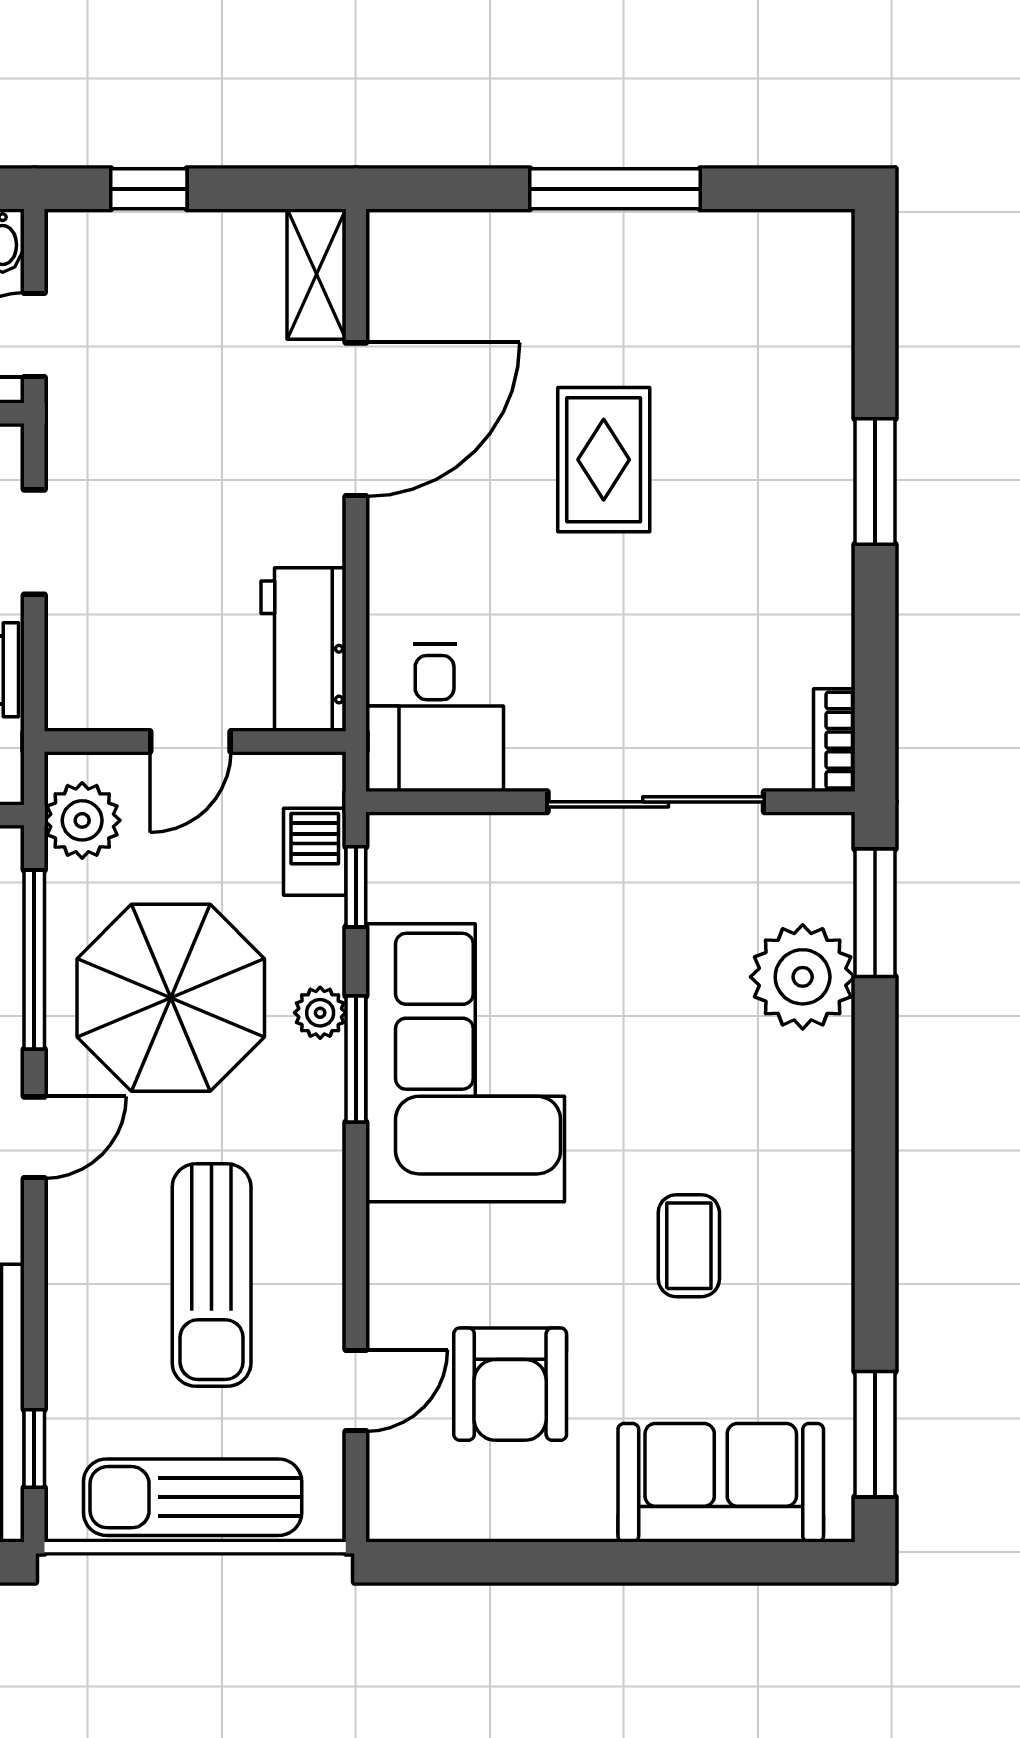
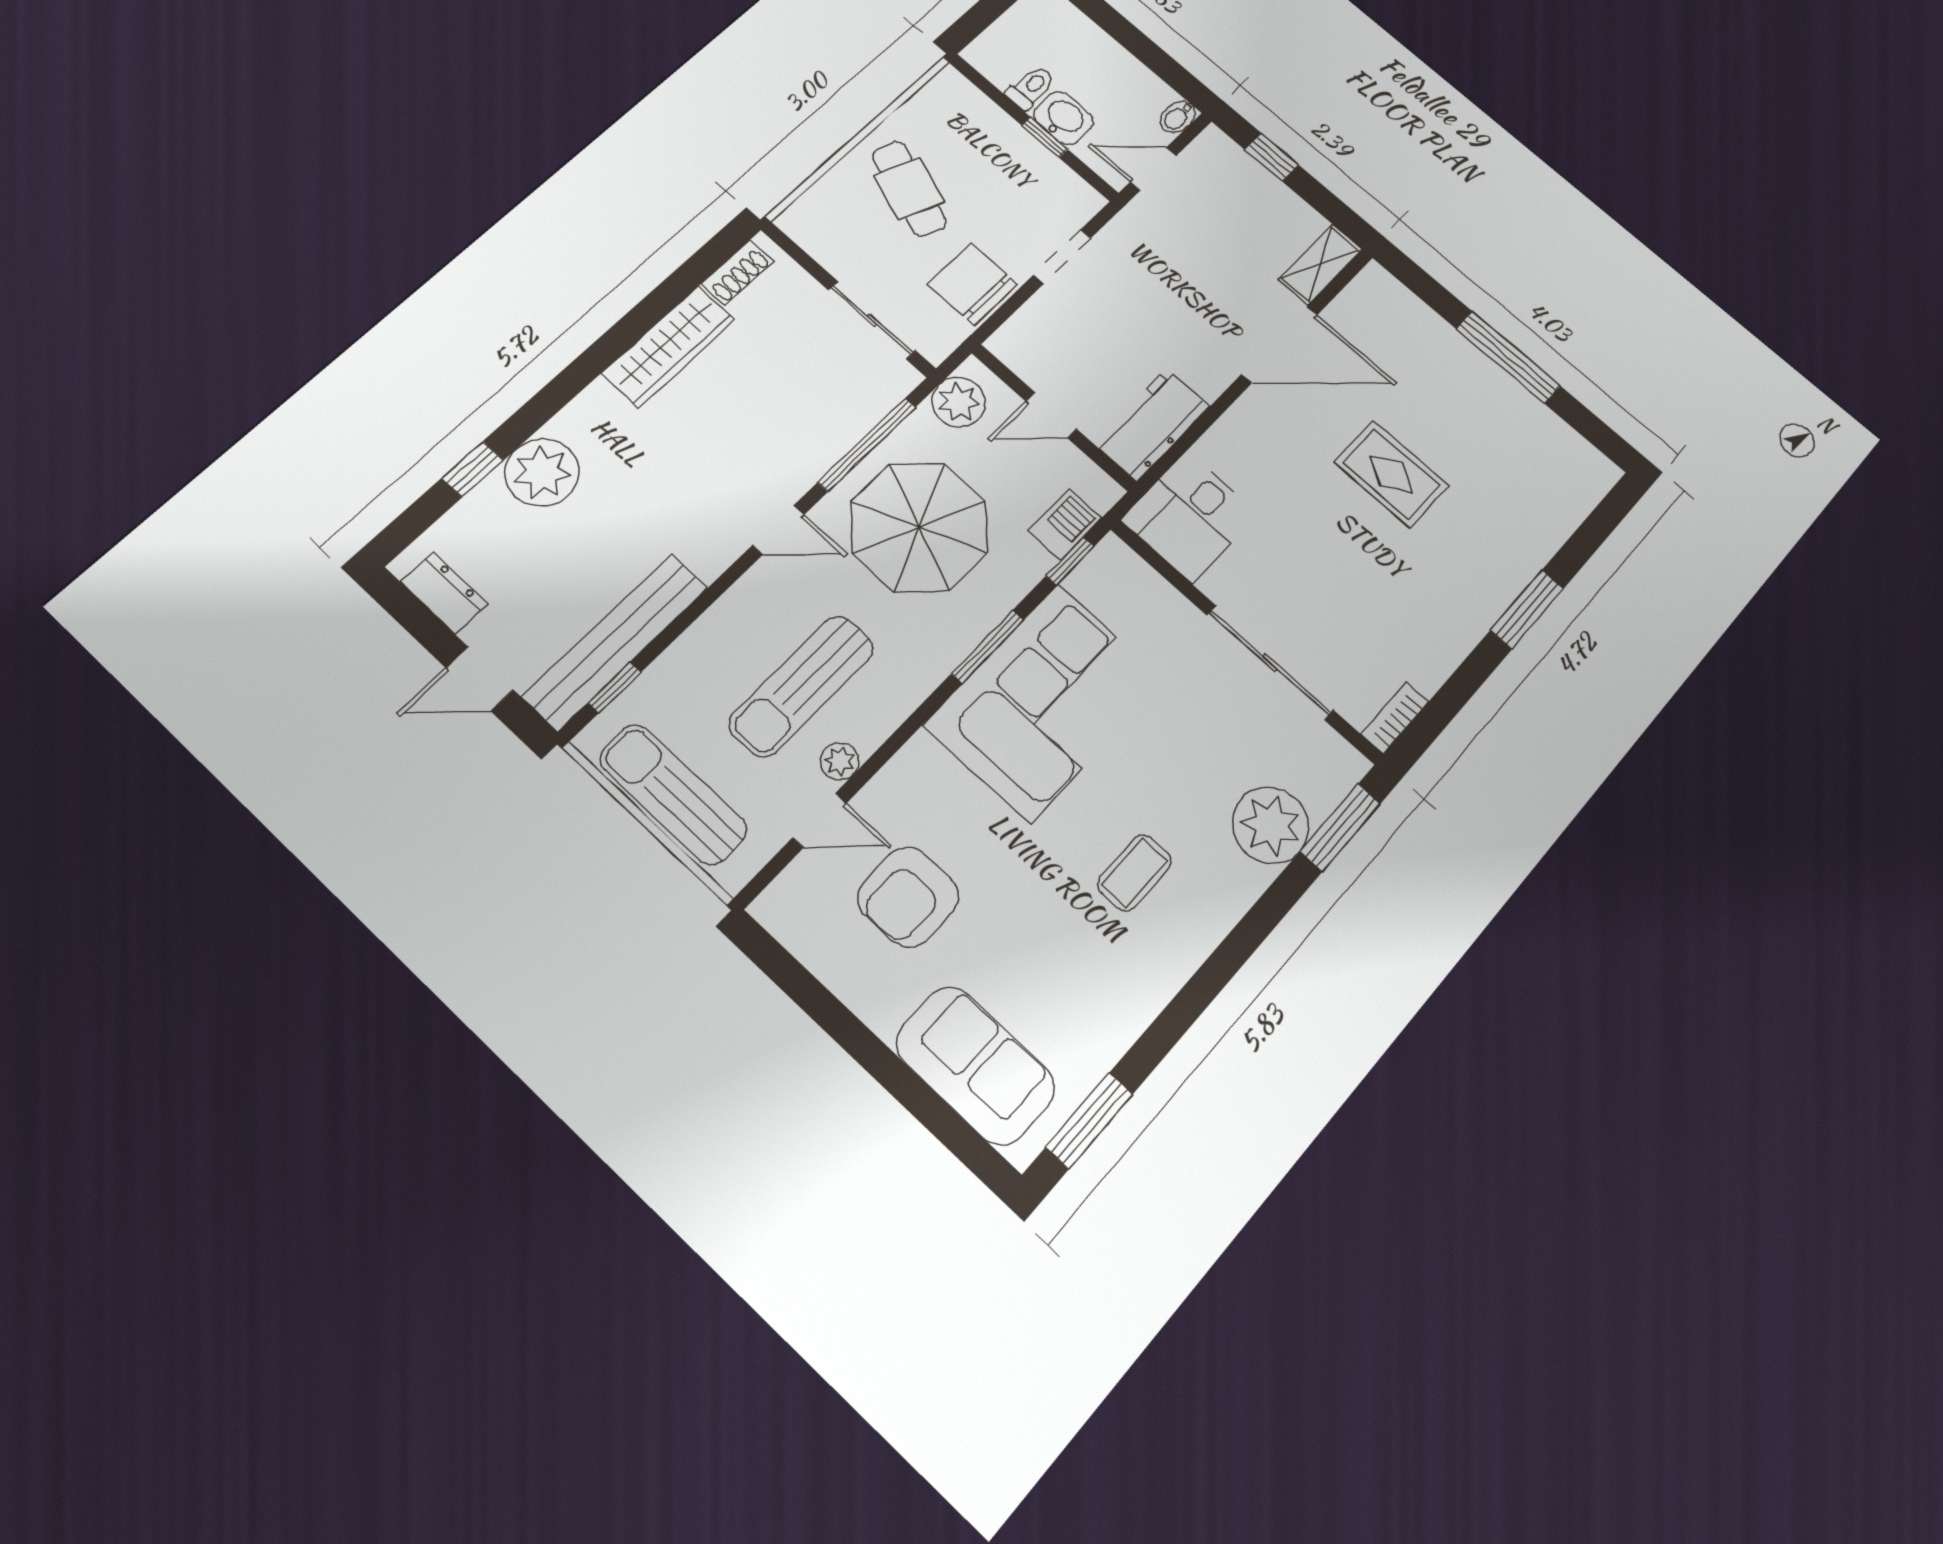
rug: (604, 460) -> (1391, 474), turned 90
plant: (320, 1013) -> (840, 761), moved
coffee table: (689, 1246) -> (1135, 873), moved

